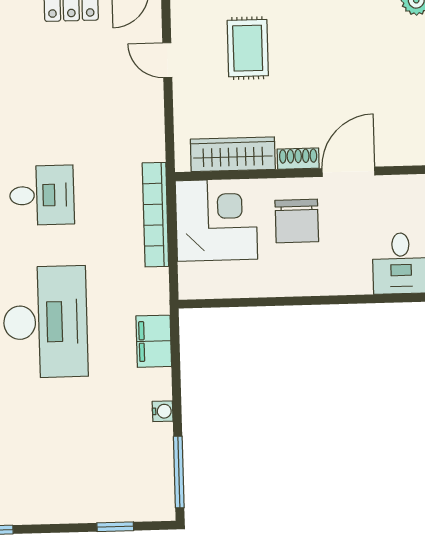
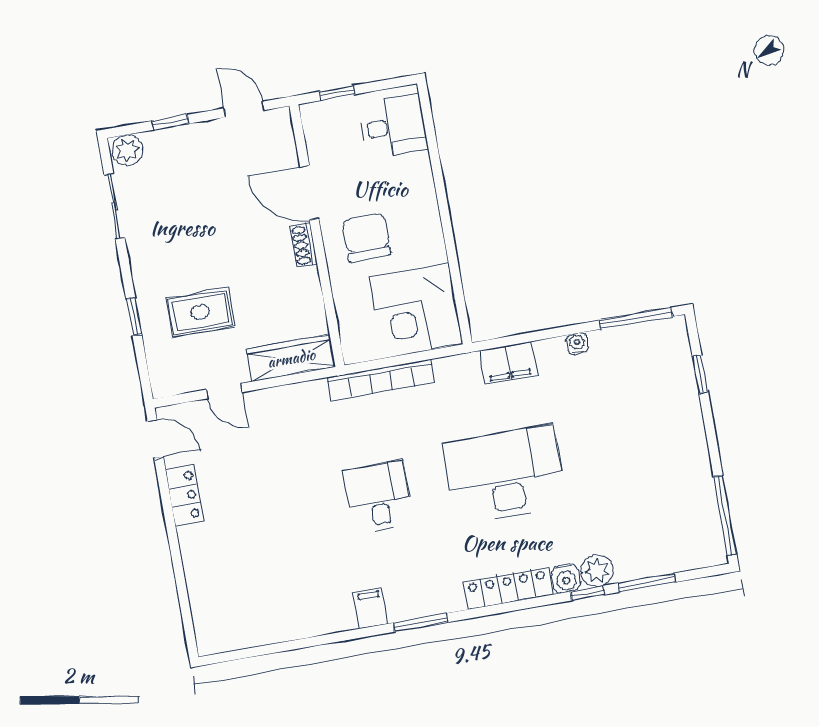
door: (167, 60) -> (224, 391), hinge flipped
wardrobe: (233, 154) -> (291, 358), moved, turned 90
corner desk: (216, 220) -> (416, 310), moved, turned -90
chair: (297, 221) -> (366, 237), turned -90

